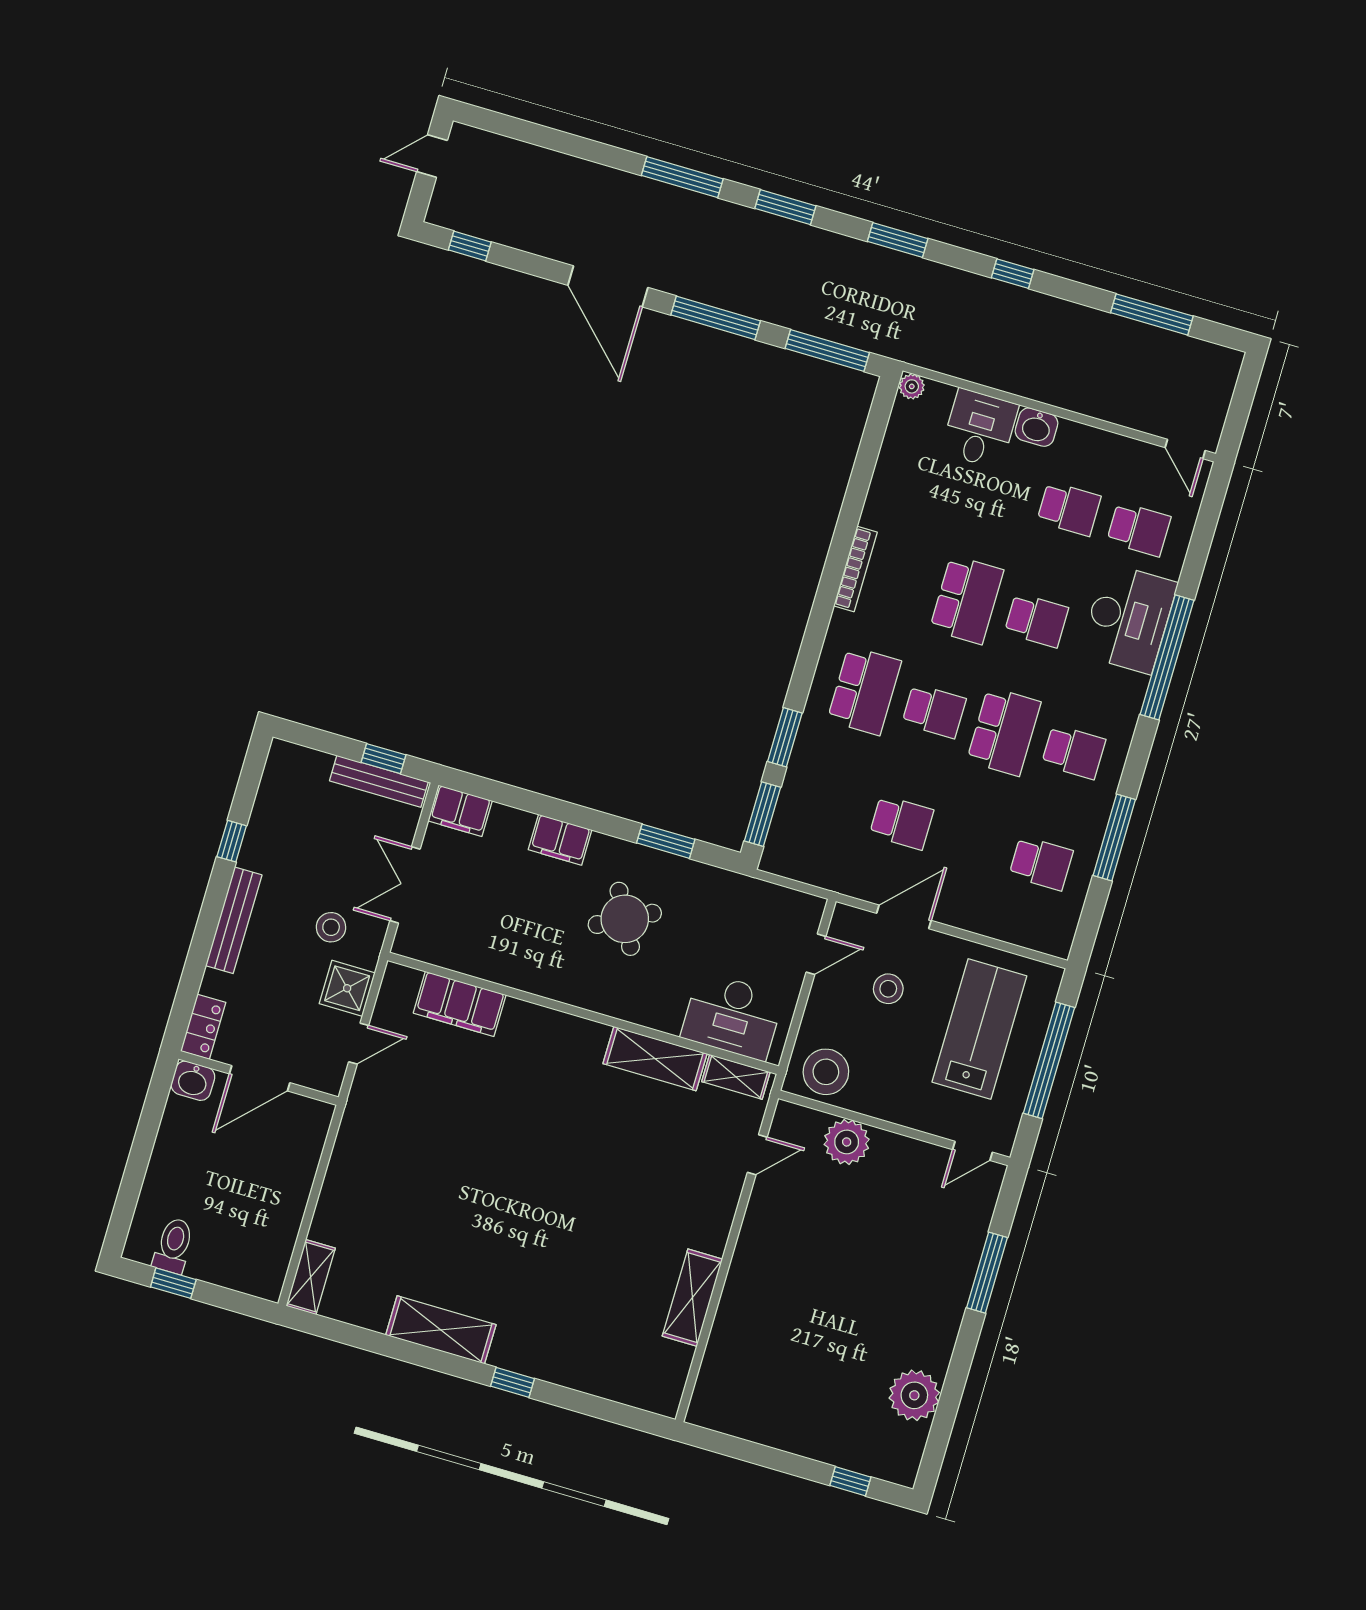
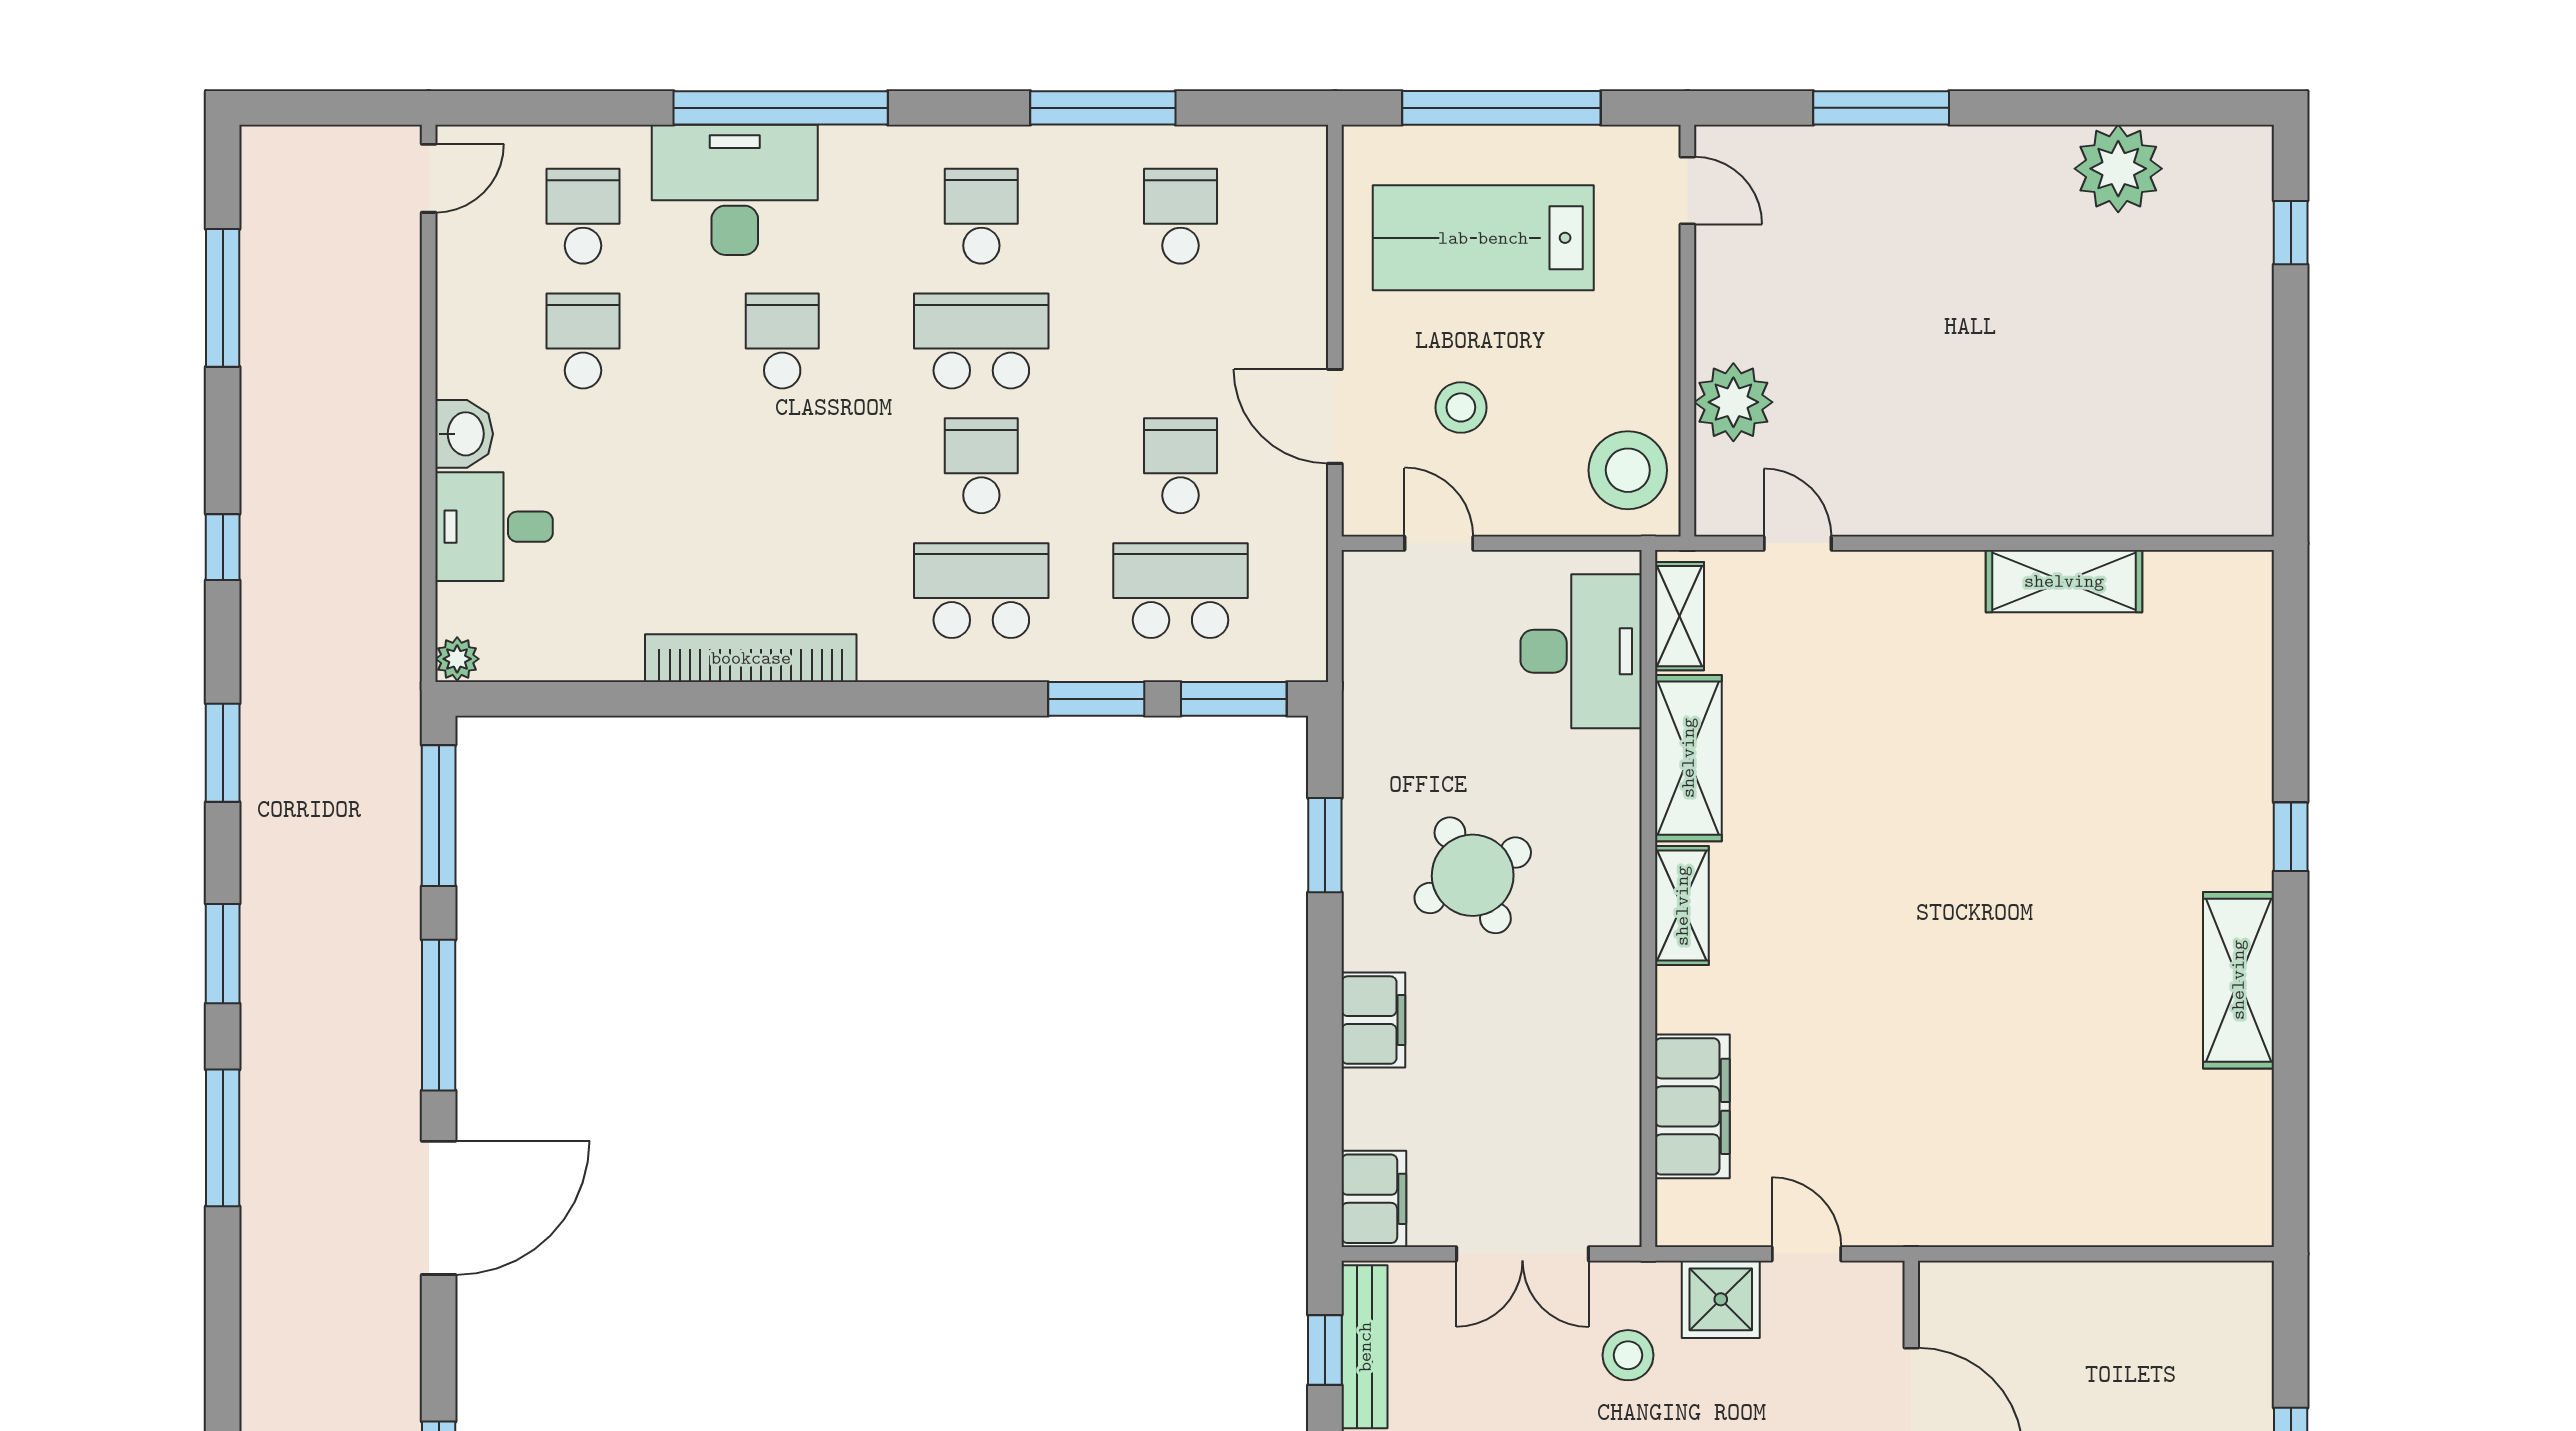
bookcase: (855, 569) -> (751, 658), width x1.48, depth x1.31
school desk: (967, 600) -> (1181, 591), moved
shelving: (311, 1277) -> (1682, 906), moved, turned 90

